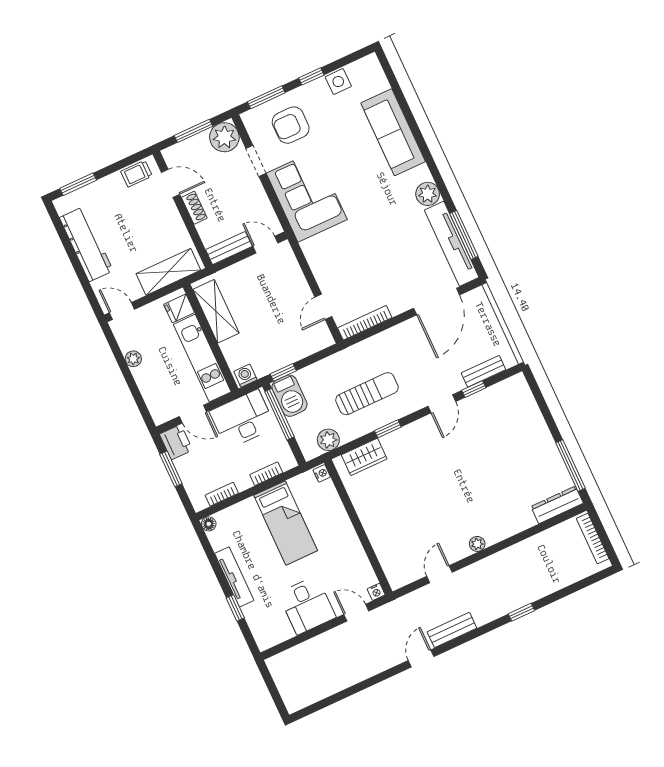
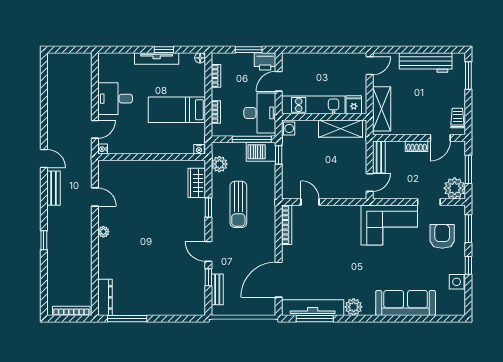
door: (437, 302) -> (279, 280), hinge flipped
plant: (133, 359) -> (334, 58), removed
window: (235, 608) -> (164, 50), moved

